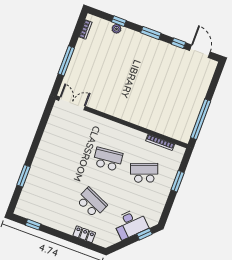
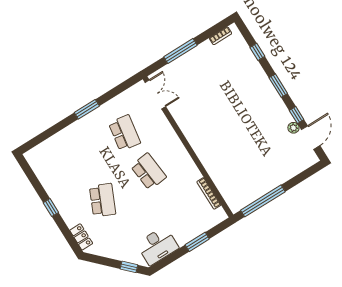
plant: (116, 29) -> (293, 128), moved
school desk: (144, 173) -> (124, 133), moved, turned 30
window: (23, 176) -> (87, 109), moved
desk: (131, 224) -> (157, 246), moved, turned -45
window: (33, 225) -> (51, 208), moved
locker: (84, 234) -> (81, 237), moved

